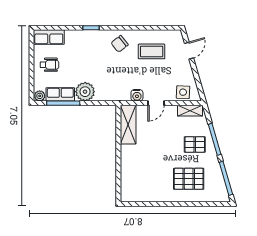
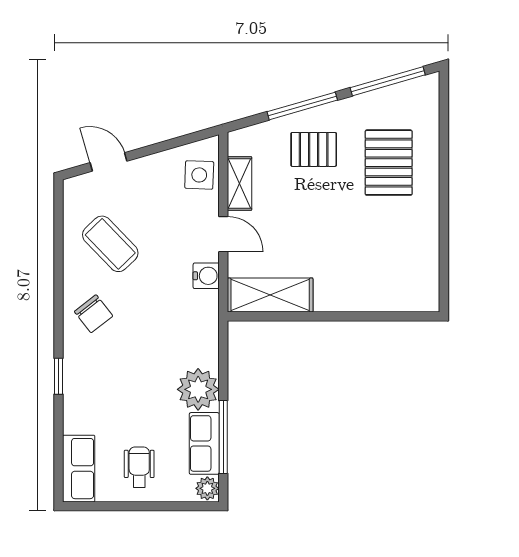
coffee table: (152, 51) -> (110, 244), turned -44
shelving: (190, 111) -> (240, 183), moved
pallet: (195, 144) -> (314, 149), turned 90

